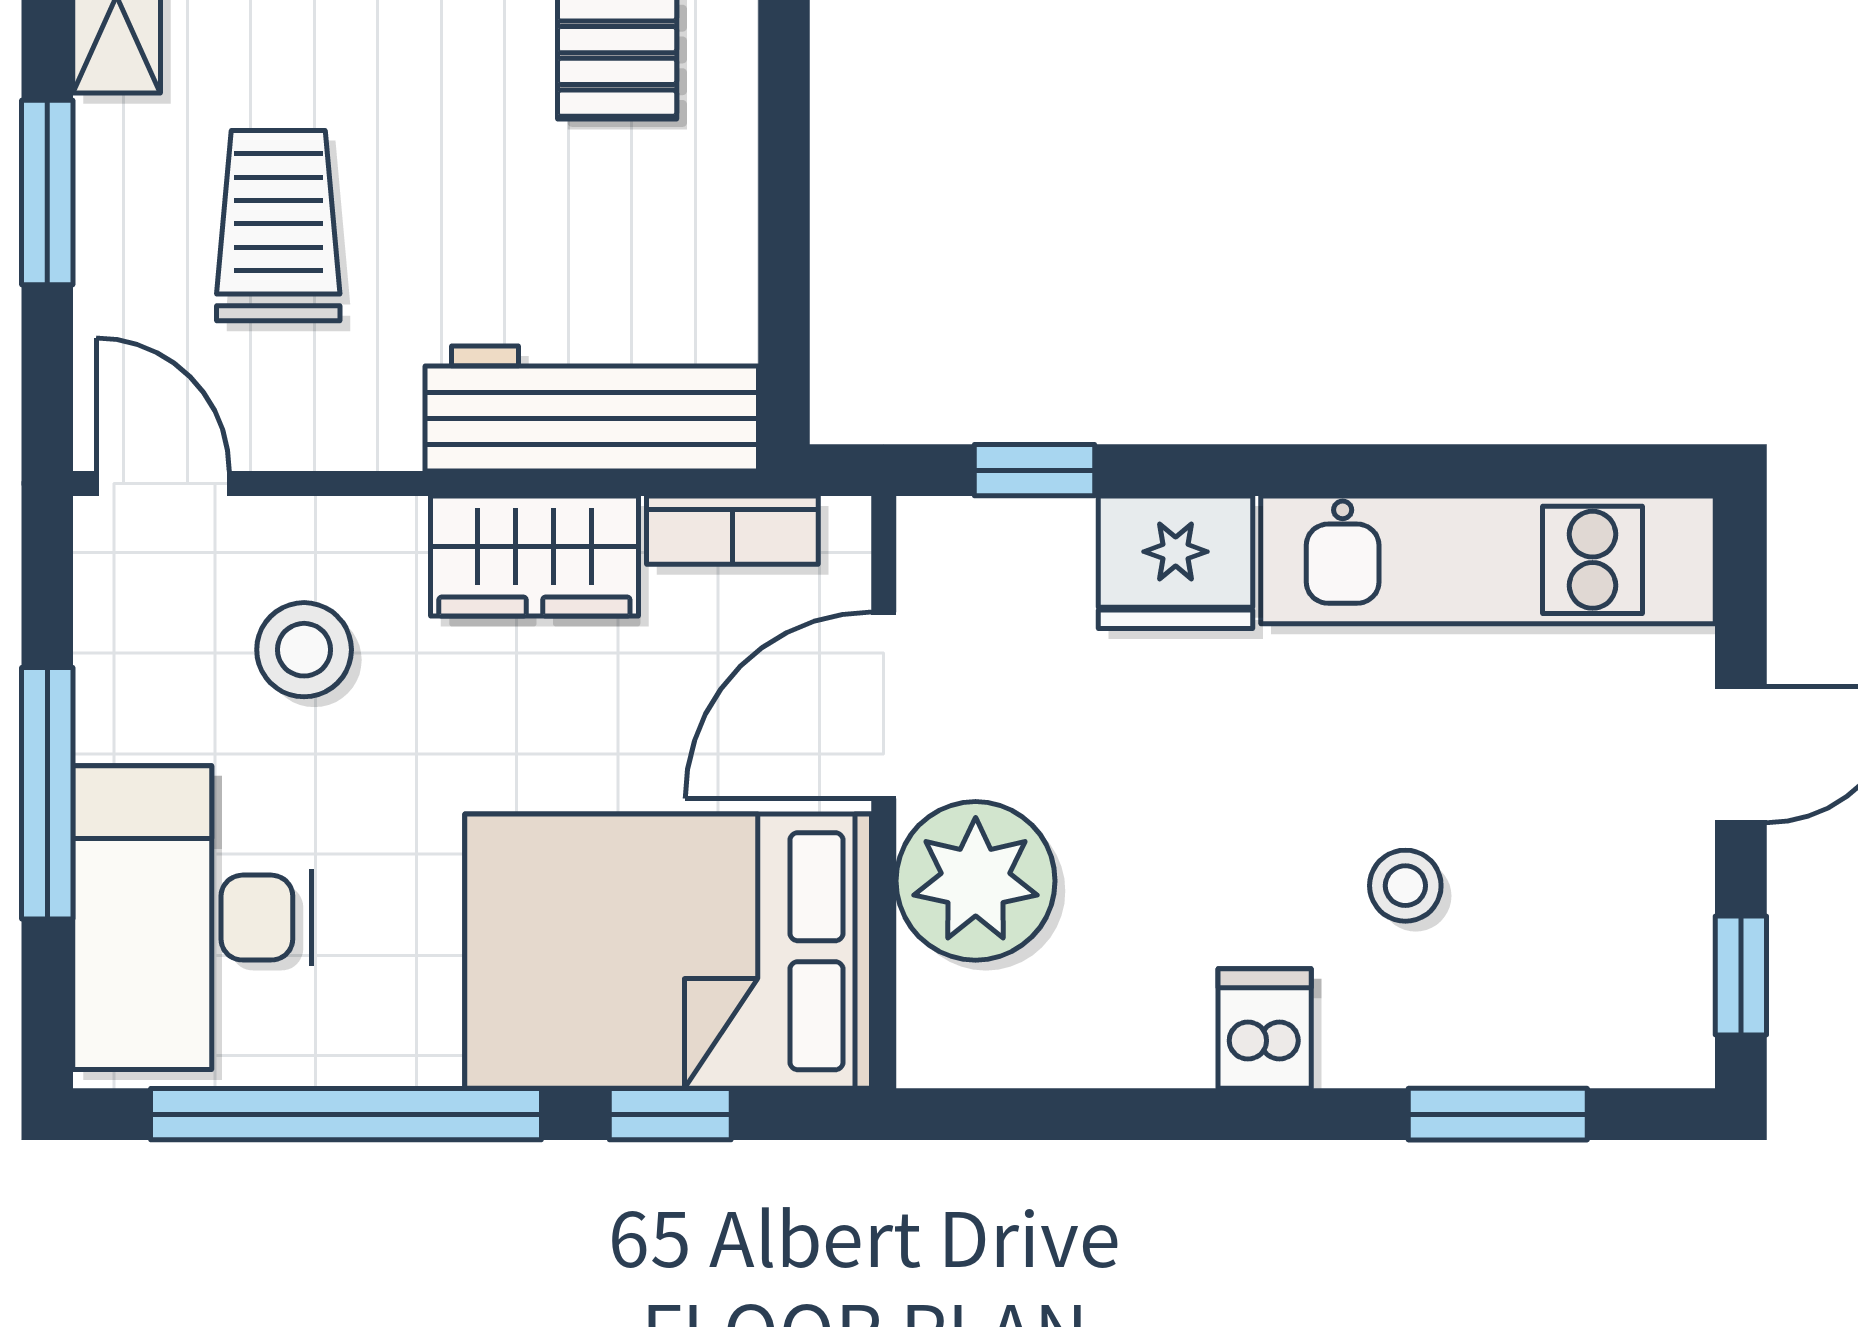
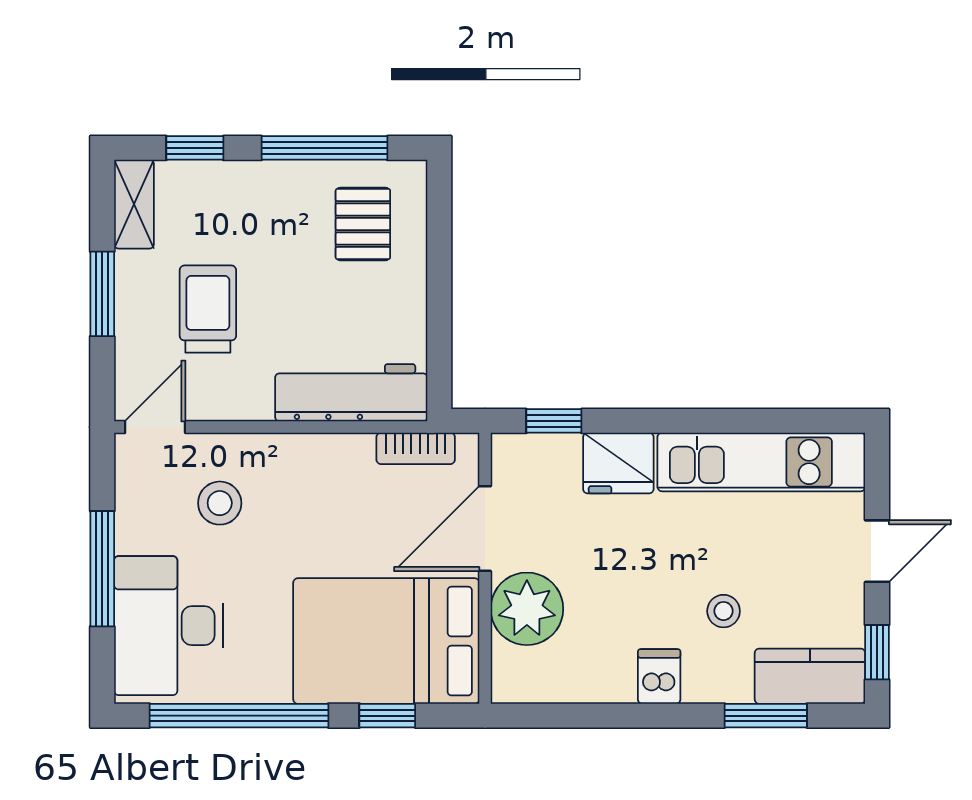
door: (163, 483) -> (155, 427), hinge flipped
wardrobe: (534, 556) -> (325, 460), removed
kitchen counter: (1594, 1028) -> (810, 676), added

